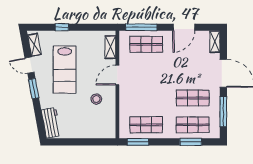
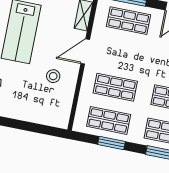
shop shelf: (146, 98) -> (115, 87), added
window: (138, 142) -> (111, 143), moved

